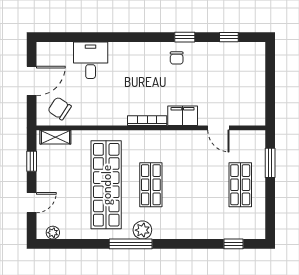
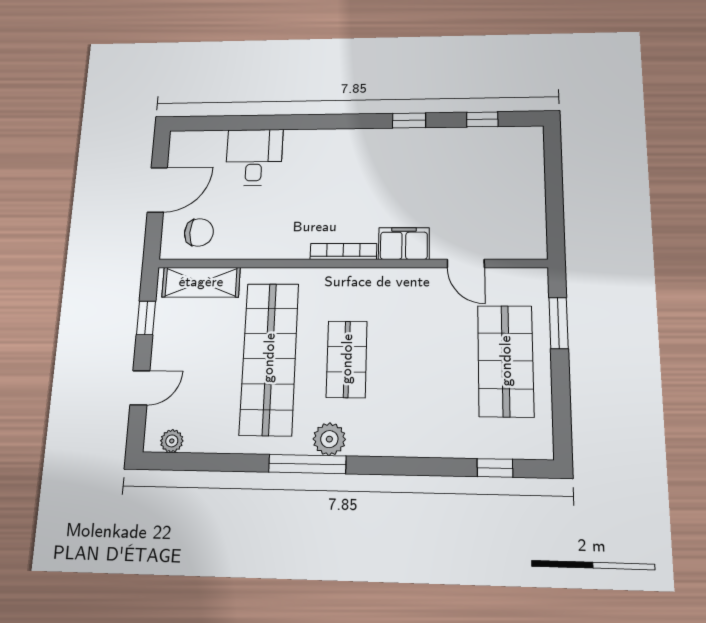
chair: (177, 58) -> (395, 152), removed
chair: (60, 108) -> (199, 232), turned 147
shelving: (55, 137) -> (201, 282), width x1.50, depth x1.33
shop shelf: (240, 185) -> (506, 361), width x1.43, depth x1.36

